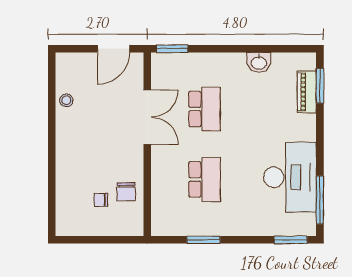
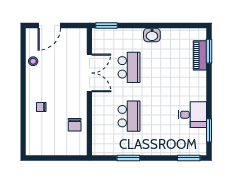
door: (114, 49) -> (49, 26), moved
washbasin: (259, 62) -> (152, 35), moved
desk: (290, 177) -> (192, 115), width x0.53, depth x0.77
chair: (101, 200) -> (41, 107), moved
window: (320, 200) -> (209, 130), width x0.69

